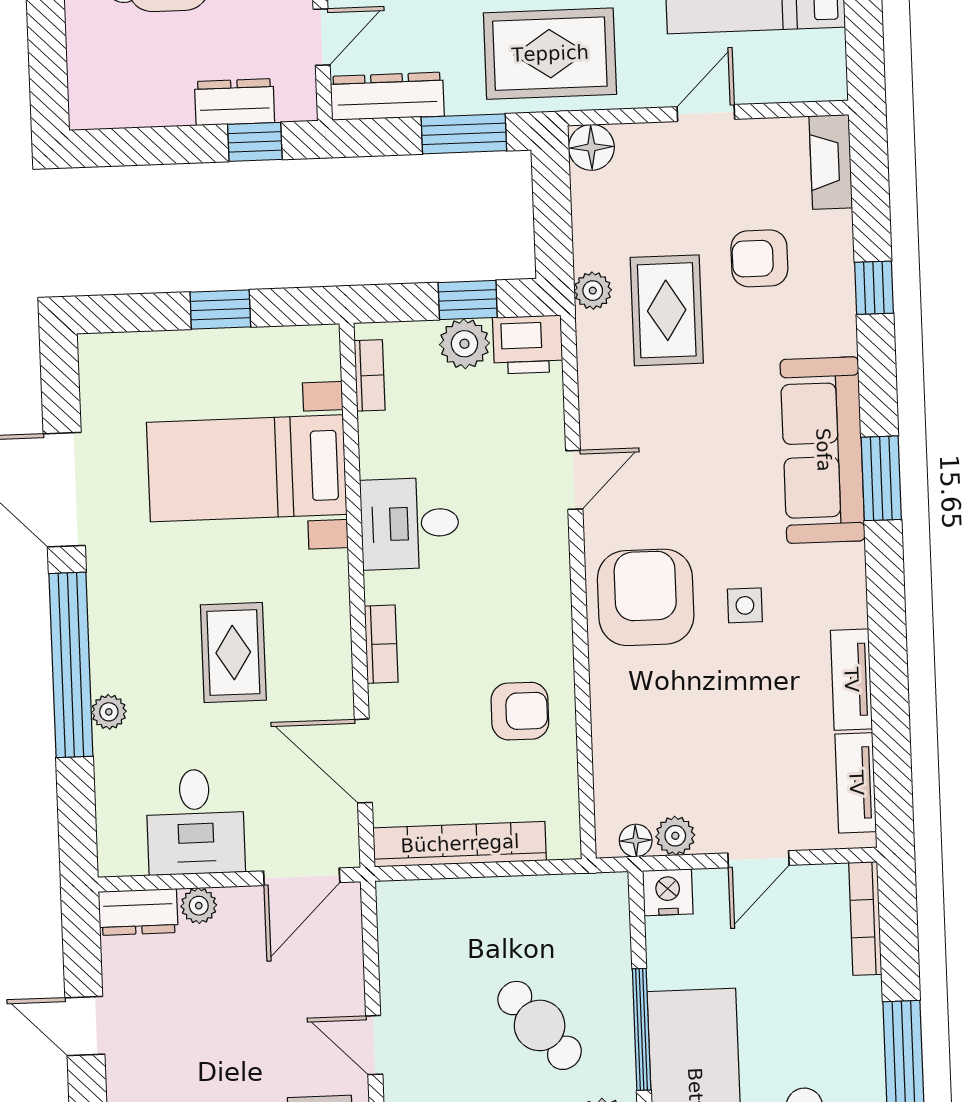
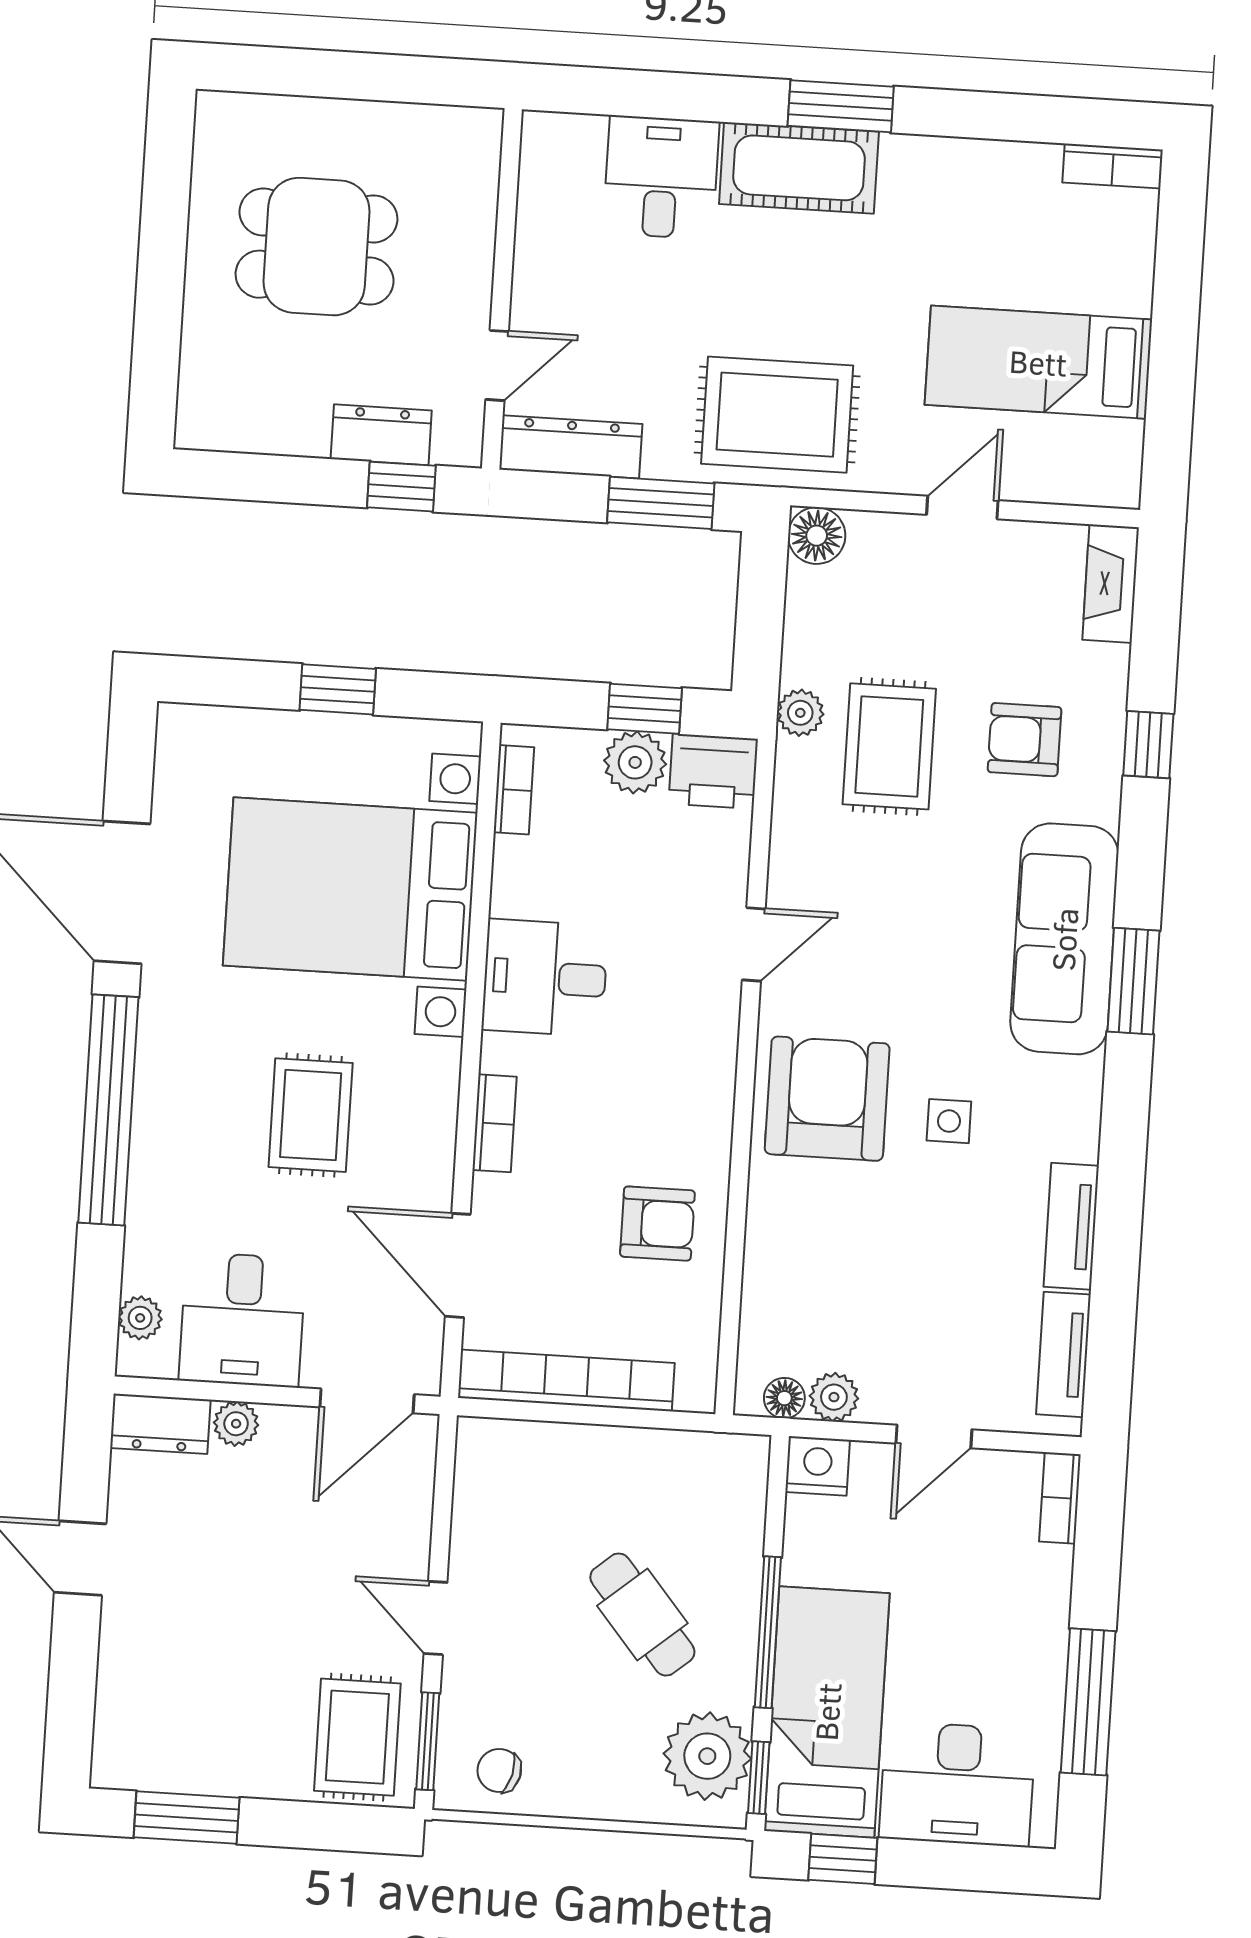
armchair: (759, 258) -> (1025, 740), moved
bed with nightstands: (247, 468) -> (350, 889), width x1.36
plant: (109, 712) -> (140, 1318), moved
bookcase: (865, 919) -> (1060, 1498), width x0.64

